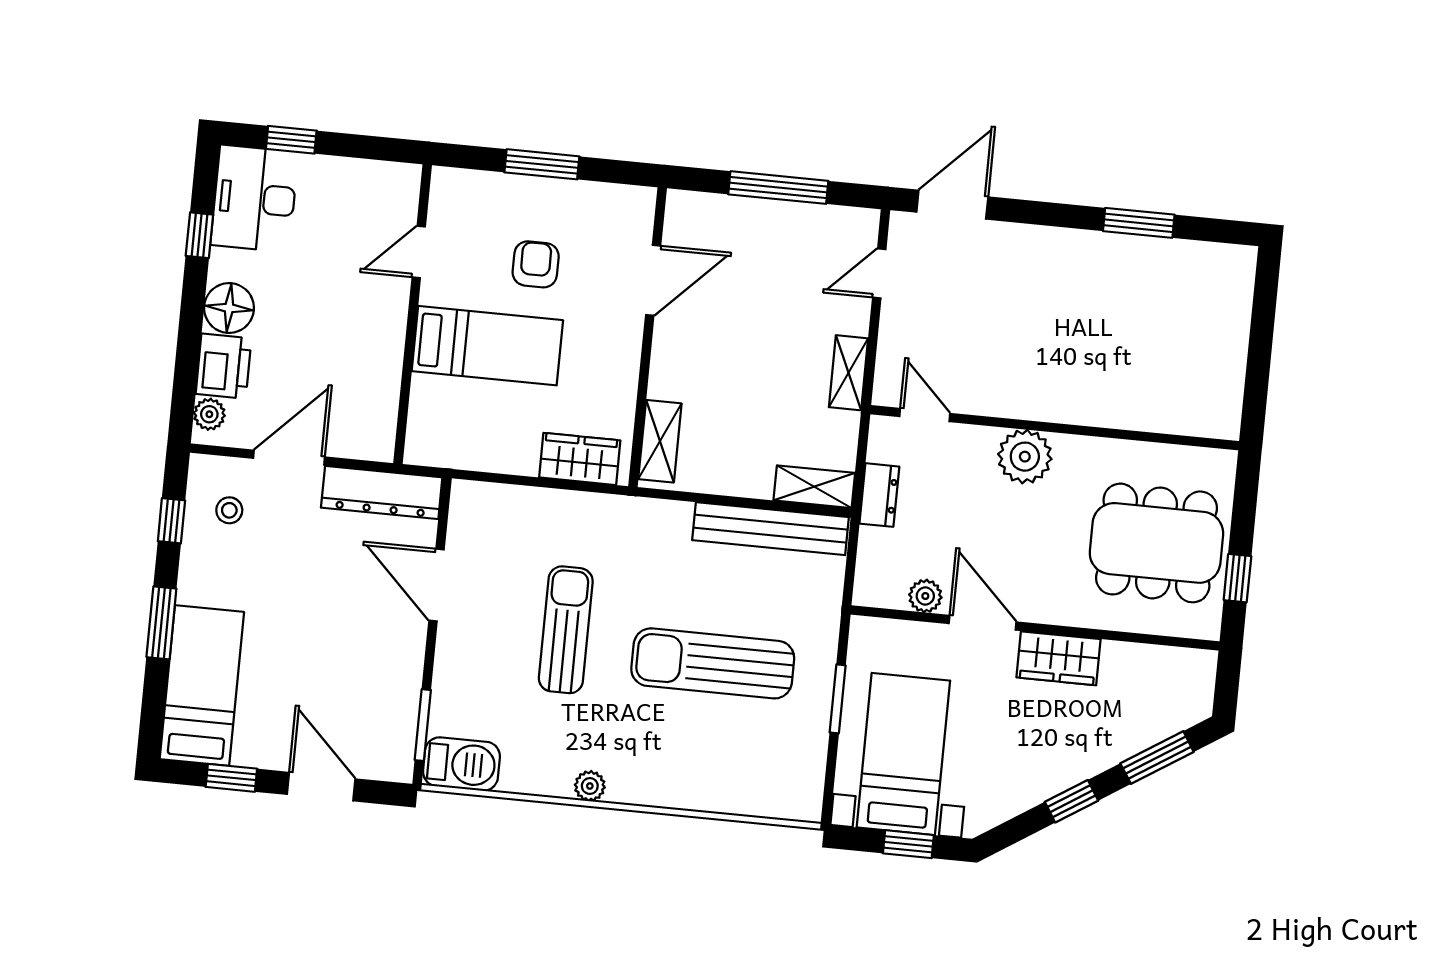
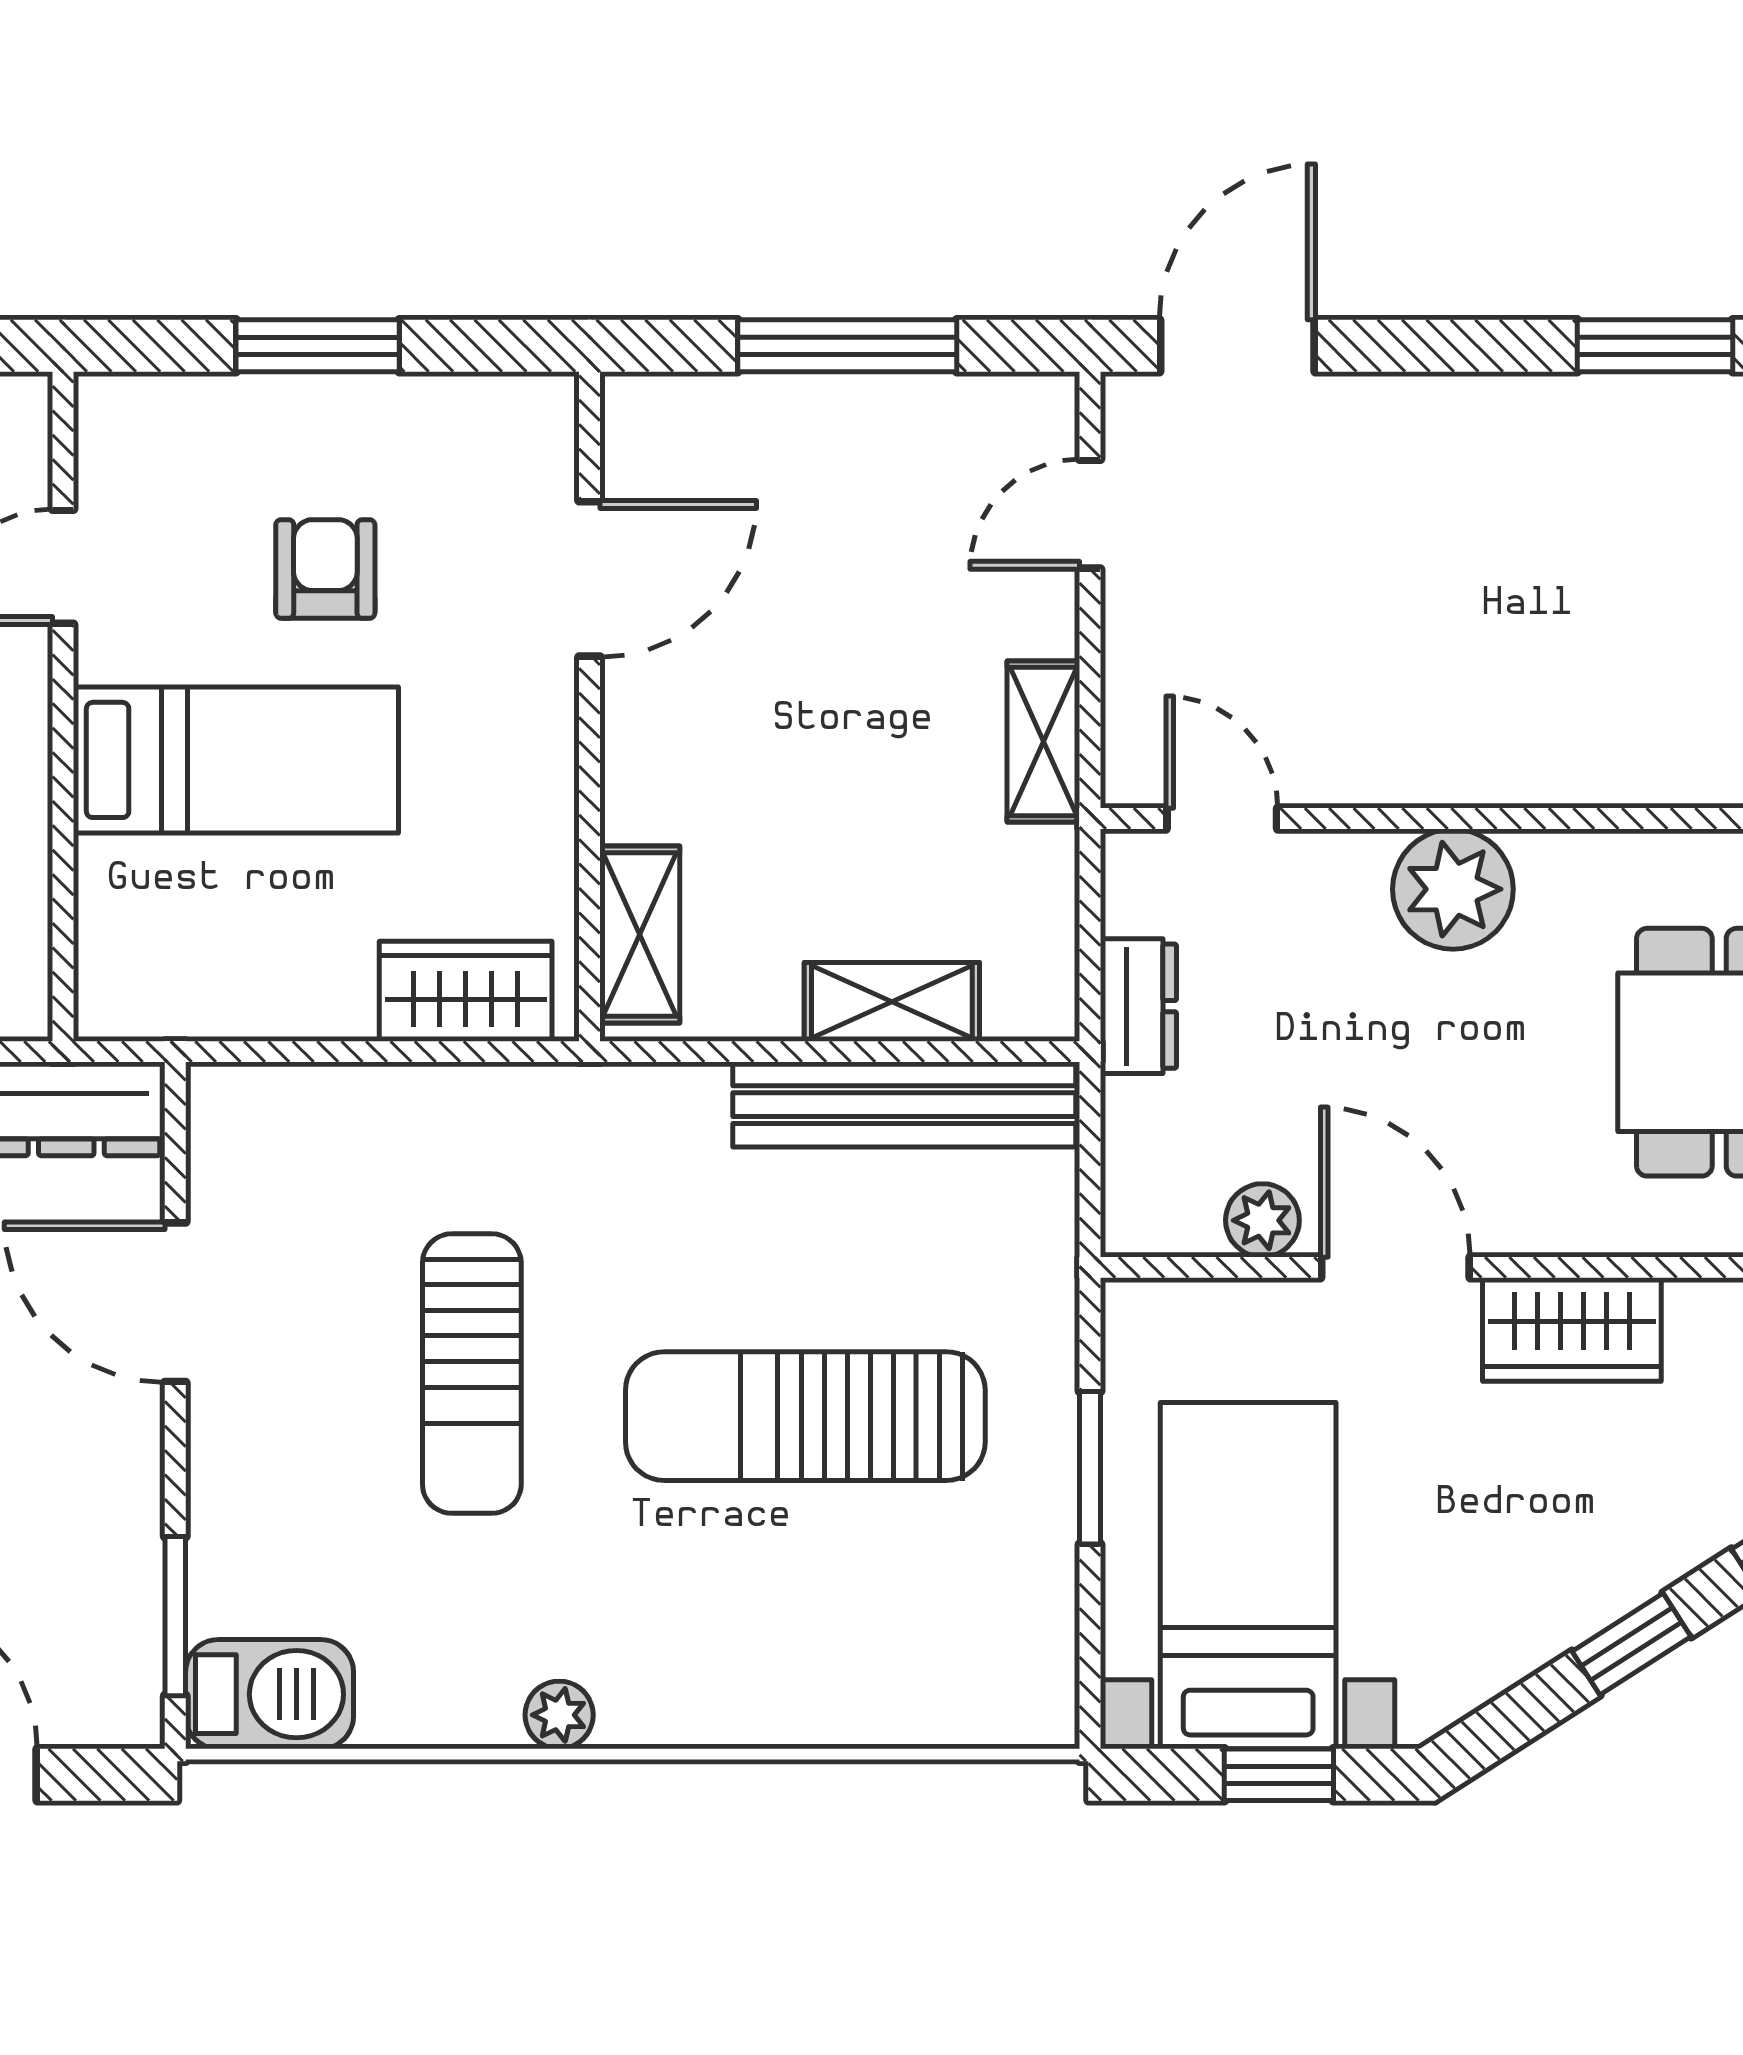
shelving: (814, 487) -> (892, 1002), moved
sun lounger: (566, 630) -> (472, 1374), turned 180

